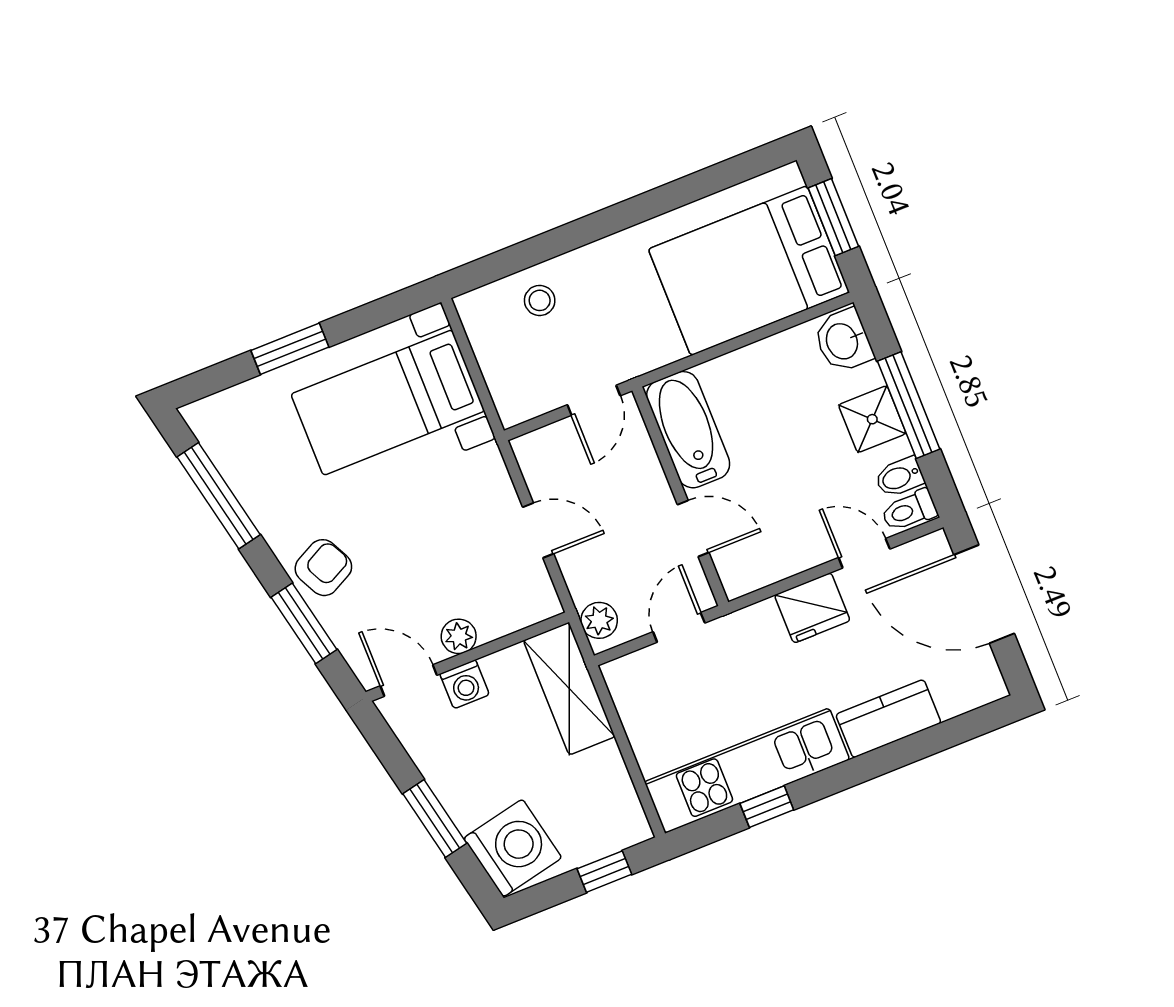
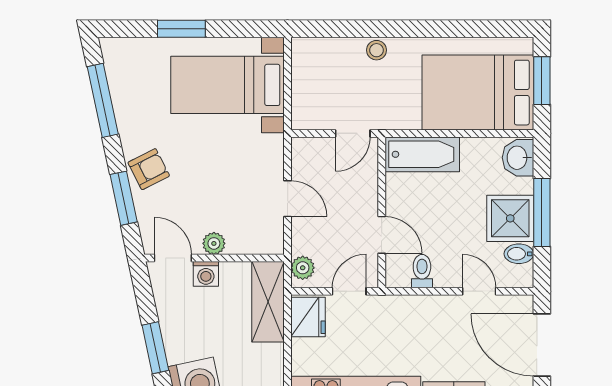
stool: (540, 300) -> (377, 50), moved
shower: (872, 419) -> (510, 218), width x1.36, depth x1.36
bathtub: (688, 430) -> (422, 154), moved, turned 90
toilet: (909, 510) -> (422, 271), moved, turned 90
fridge: (812, 608) -> (308, 317), moved, turned -90

